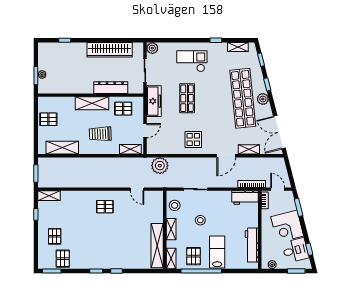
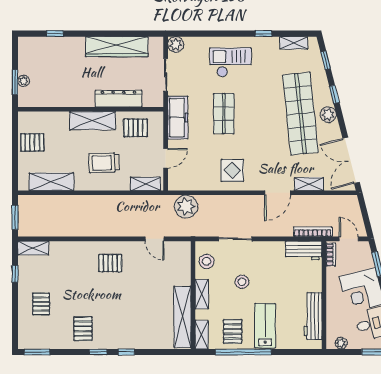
pallet: (63, 259) -> (83, 329), moved

